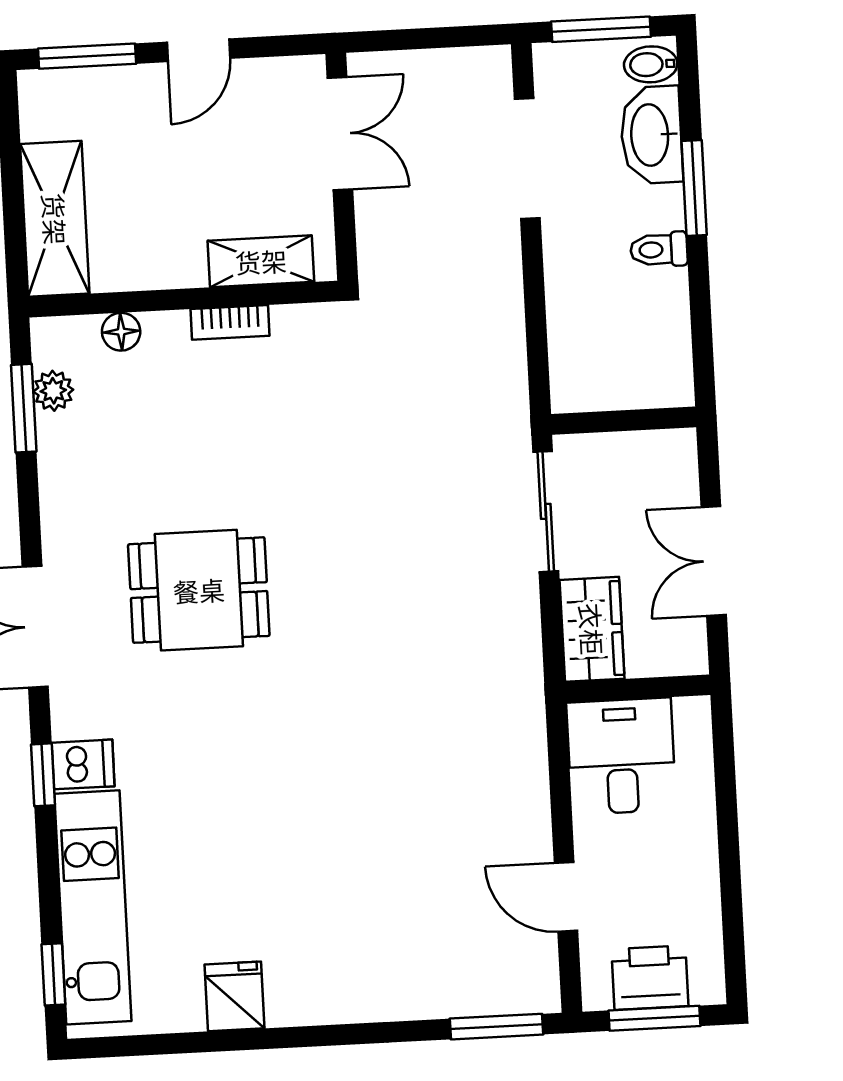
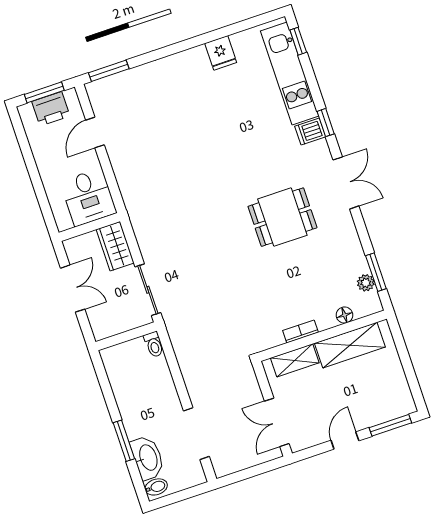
window: (601, 29) -> (181, 496), removed
shelving: (55, 219) -> (350, 345), moved, turned 90
toilet: (659, 250) -> (154, 344), moved, turned 90
door: (566, 897) -> (95, 132), swing flipped

